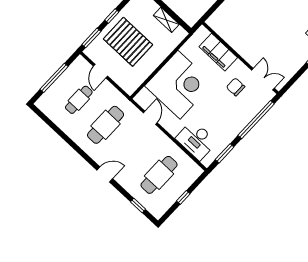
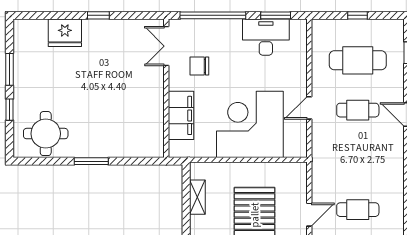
chair: (236, 87) -> (199, 66), turned 90
door: (150, 118) -> (309, 108), moved
cafe table: (106, 125) -> (358, 110), moved, width x0.73, depth x0.74
desk: (196, 140) -> (266, 37), moved, turned -90

